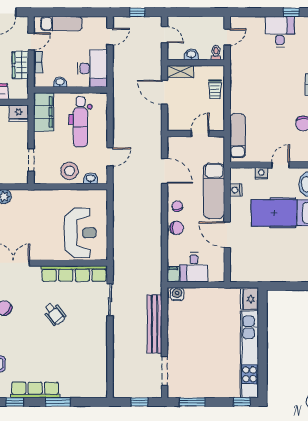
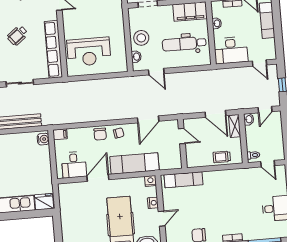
washbasin: (191, 55) -> (249, 119), moved
door: (164, 92) -> (215, 114), swing flipped
door: (200, 134) -> (182, 136), moved
door: (281, 165) -> (162, 219), hinge flipped
nightstand: (236, 190) -> (150, 181), moved
desk: (194, 267) -> (74, 165), moved, turned -90
sliding door: (110, 300) -> (20, 83), moved

